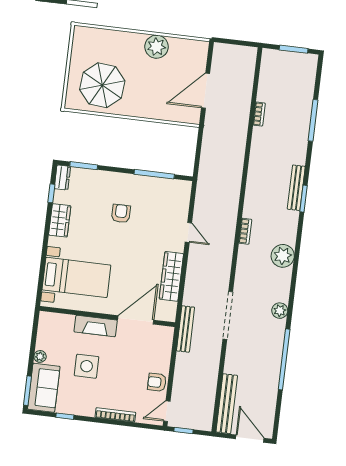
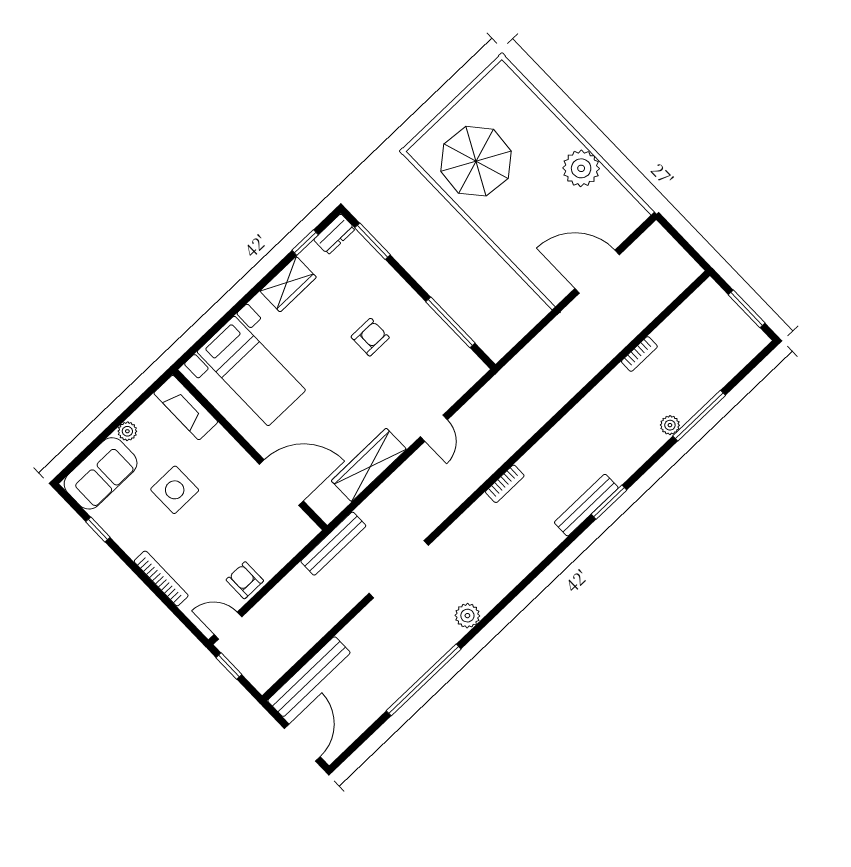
bench: (296, 188) -> (586, 505), moved
plant: (283, 256) -> (670, 425), moved, width x0.53, depth x0.53
fireplace: (96, 326) -> (186, 408), moved
window: (27, 391) -> (78, 461), removed

